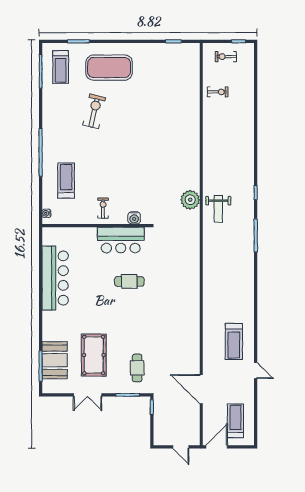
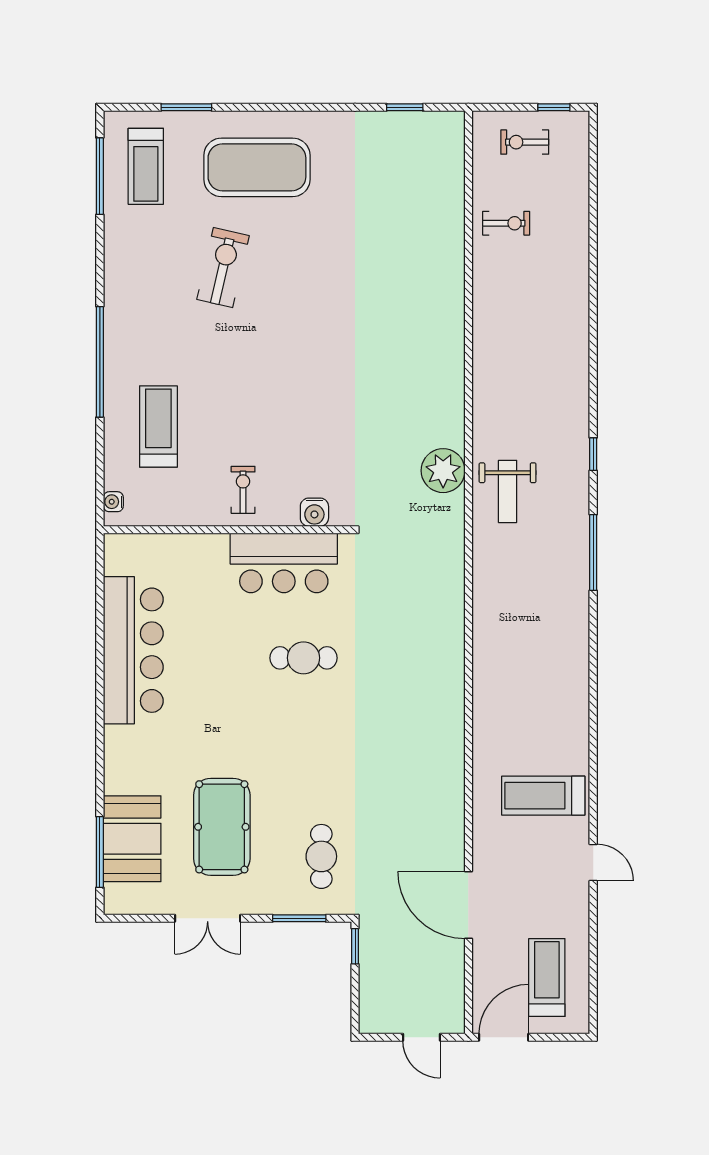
treadmill: (234, 341) -> (543, 796), turned 90

